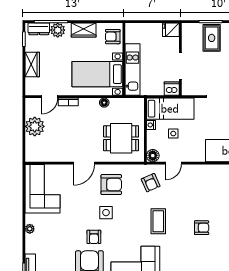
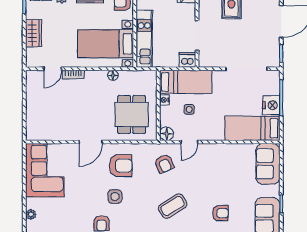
plant: (35, 126) -> (36, 102), removed
dining table: (121, 138) -> (132, 115), turned 90
coffee table: (158, 221) -> (173, 206), turned 58

